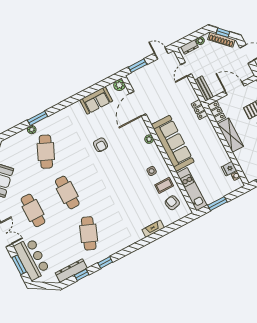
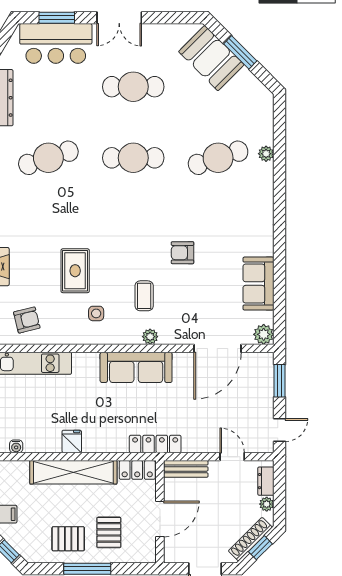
door: (138, 104) -> (217, 348), swing flipped
locker: (200, 110) -> (155, 444), width x1.53
window: (37, 118) -> (280, 173), removed
shelving: (230, 135) -> (73, 472), width x1.47
sofa: (173, 143) -> (136, 367), width x0.74, depth x0.79
cafe table: (46, 152) -> (218, 158), turned -42
fridge: (229, 169) -> (72, 441), moved
coffee table: (164, 185) -> (144, 296), moved
rug: (136, 192) -> (75, 271), added
cafe table: (89, 233) -> (48, 158), turned -39

